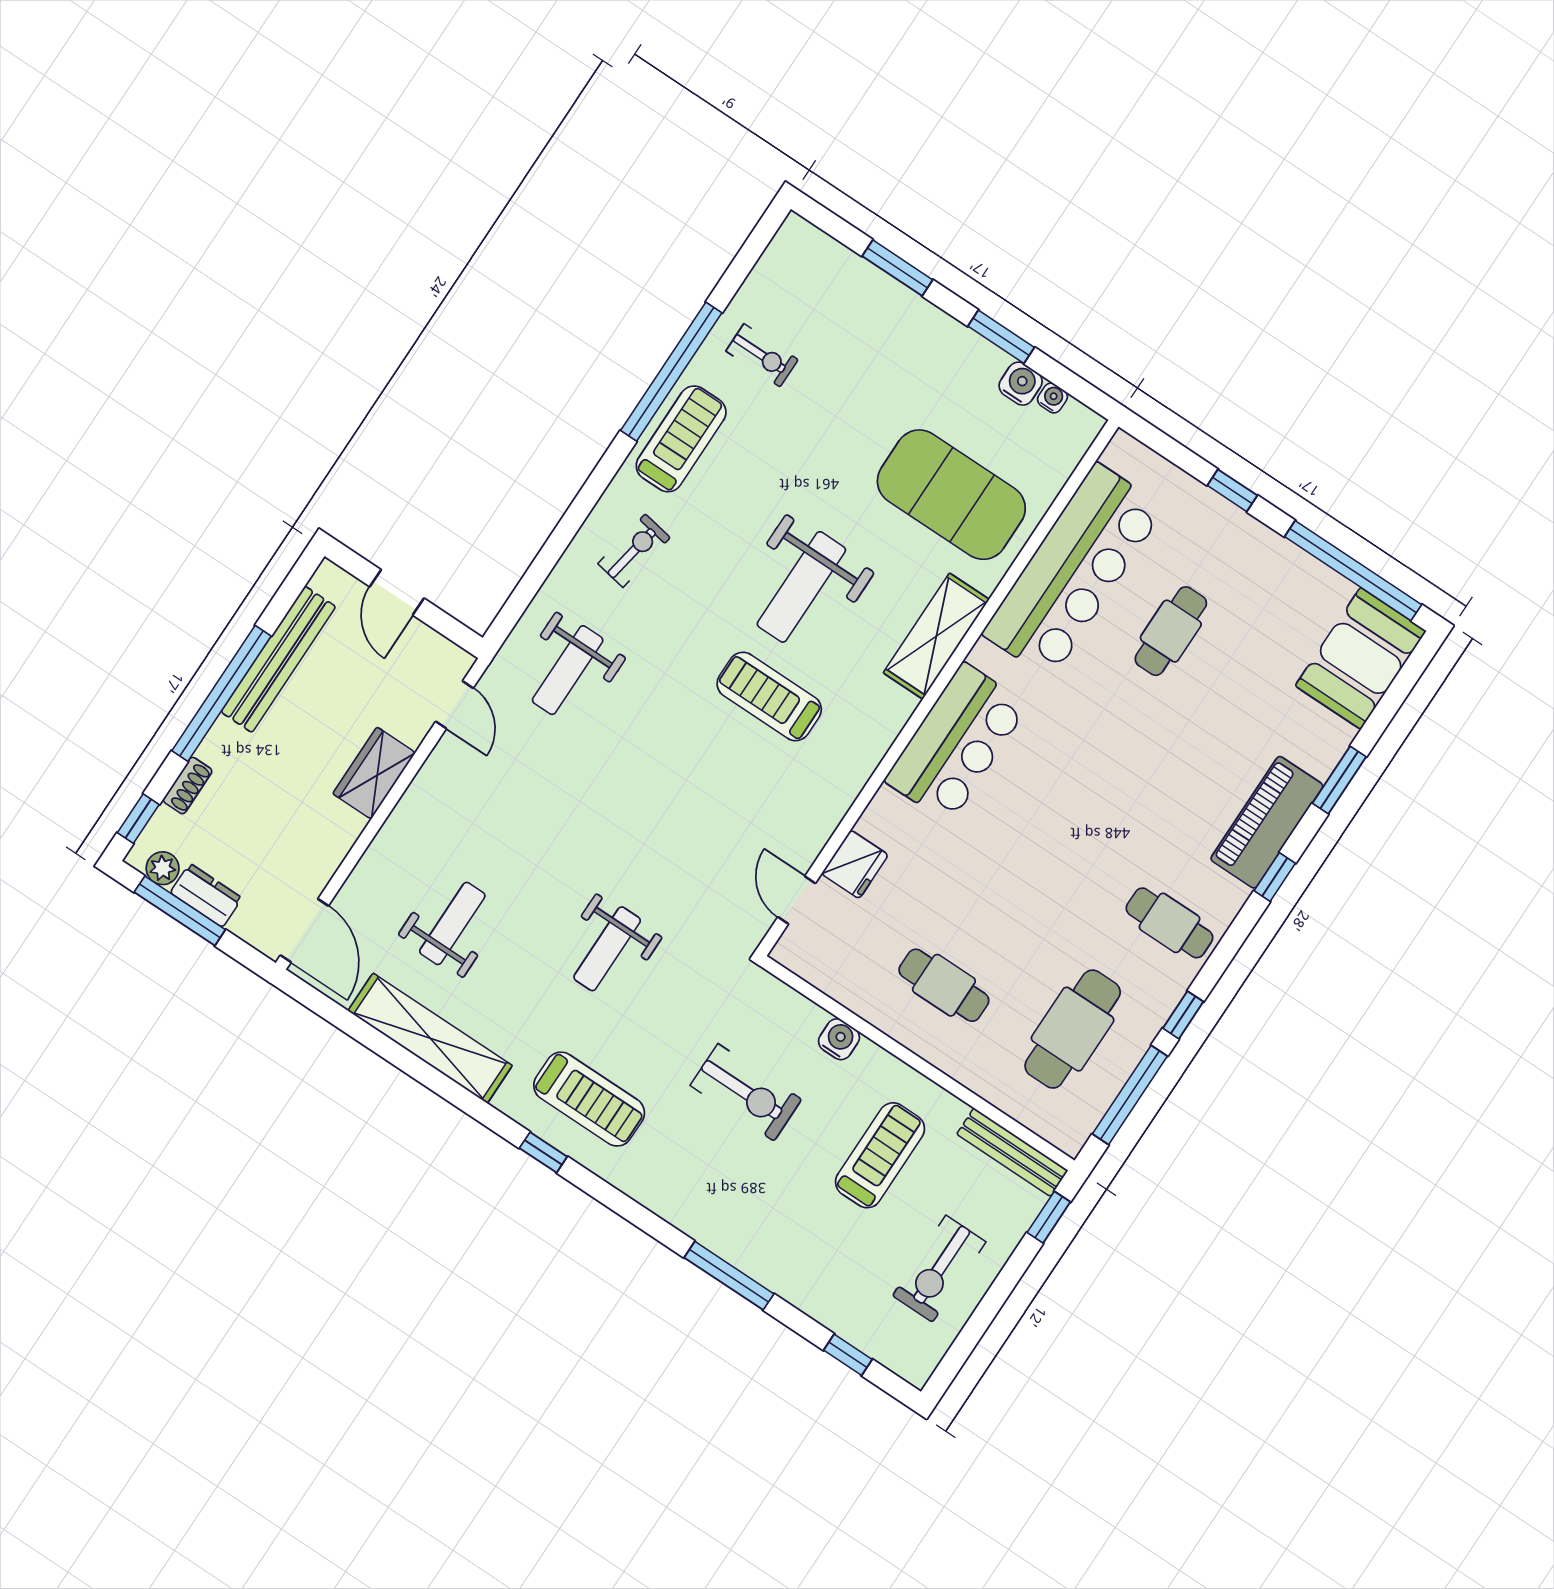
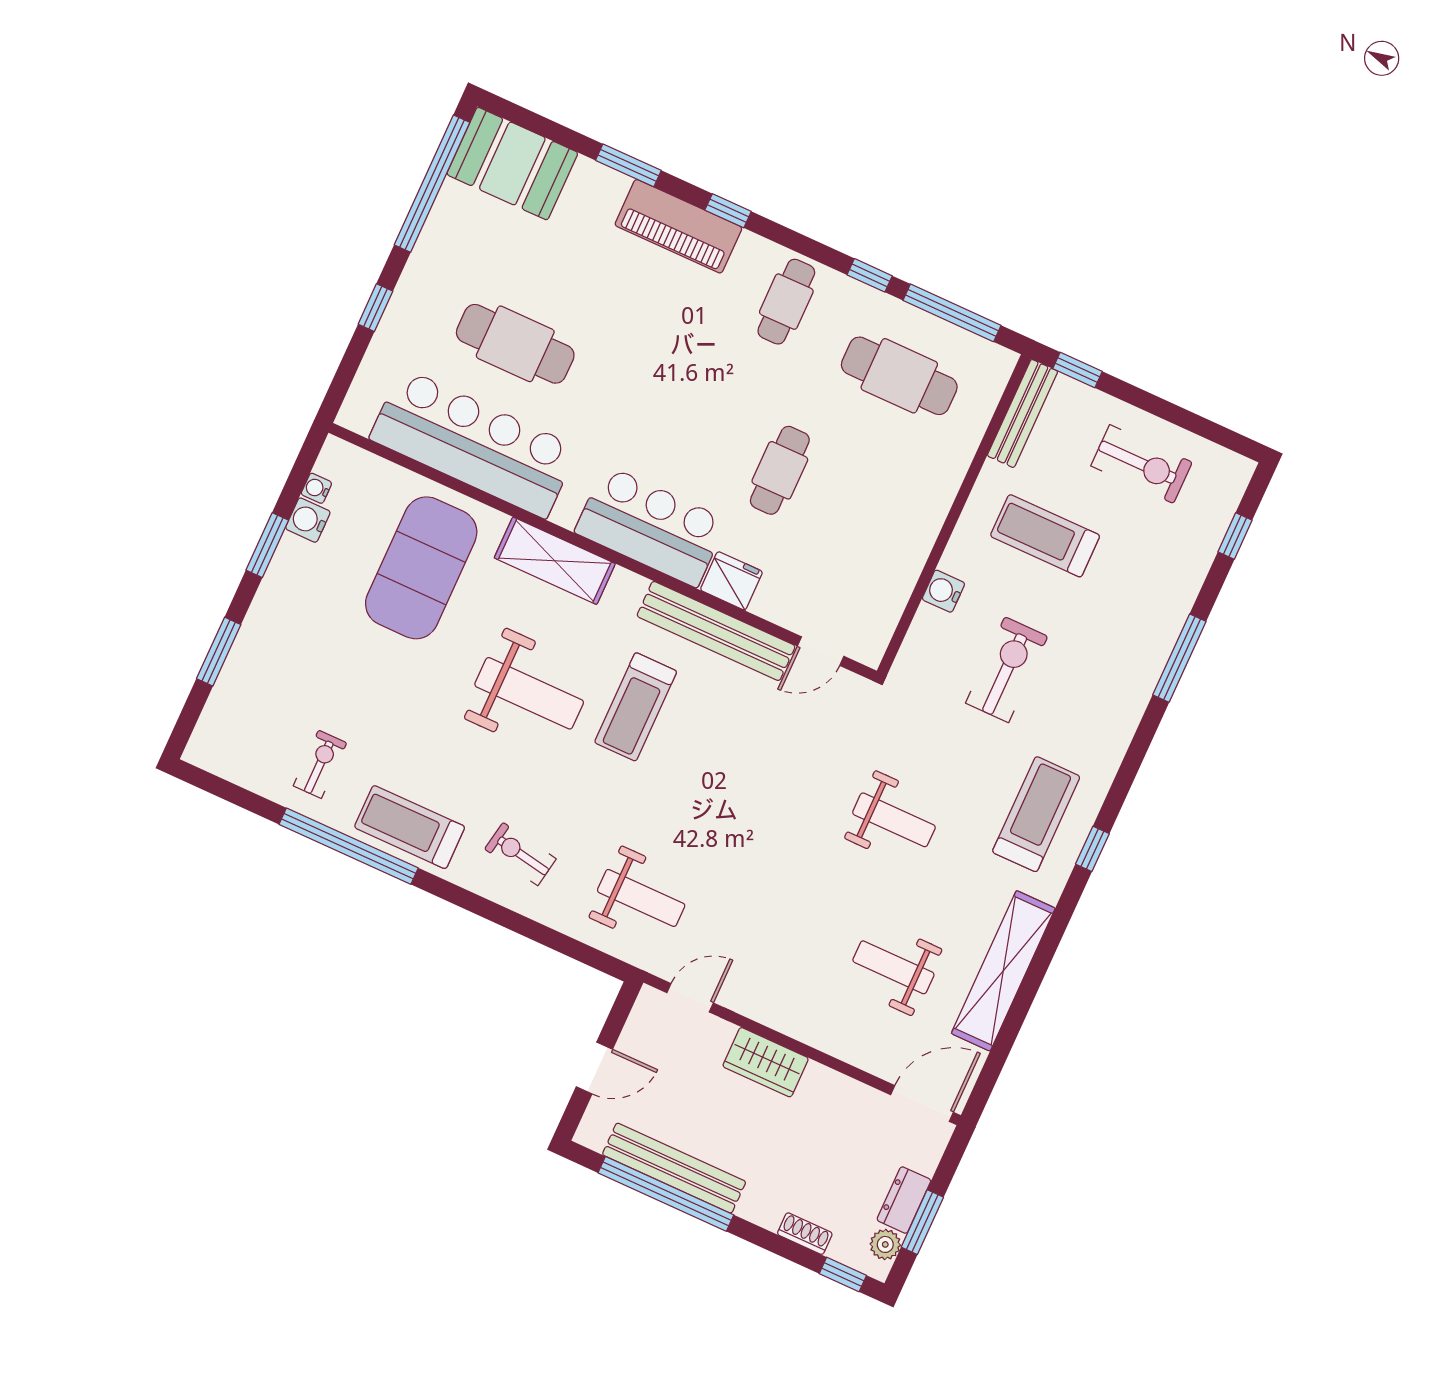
cafe table: (1171, 631) -> (515, 344), width x1.37, depth x1.35
window: (221, 693) -> (666, 1194), moved
bench: (835, 794) -> (716, 631), added
fridge: (855, 864) -> (731, 581), moved
window: (180, 911) -> (922, 1222), width x0.69
cafe table: (944, 985) -> (780, 470), moved

